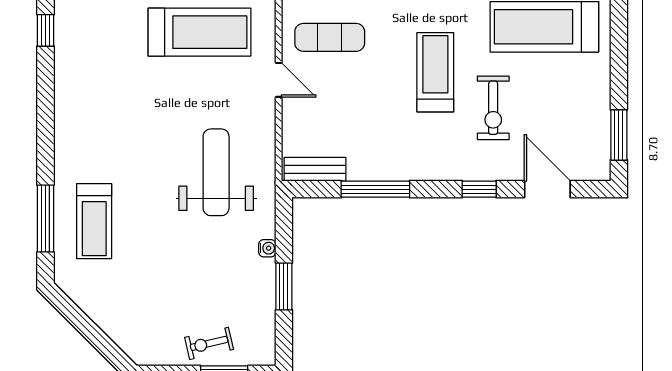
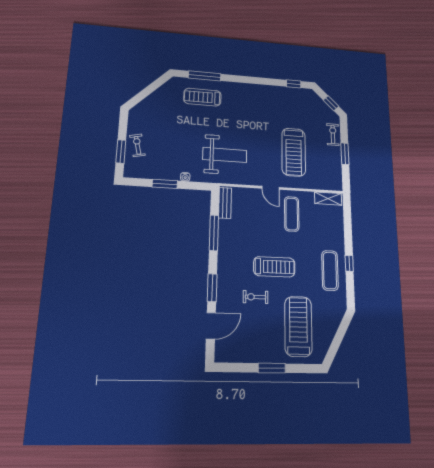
door: (279, 80) -> (270, 188), hinge flipped
exercise bike: (493, 108) -> (256, 297), width x0.73, depth x0.72
window: (619, 135) -> (272, 368), moved
window: (479, 189) -> (212, 288), width x1.50

